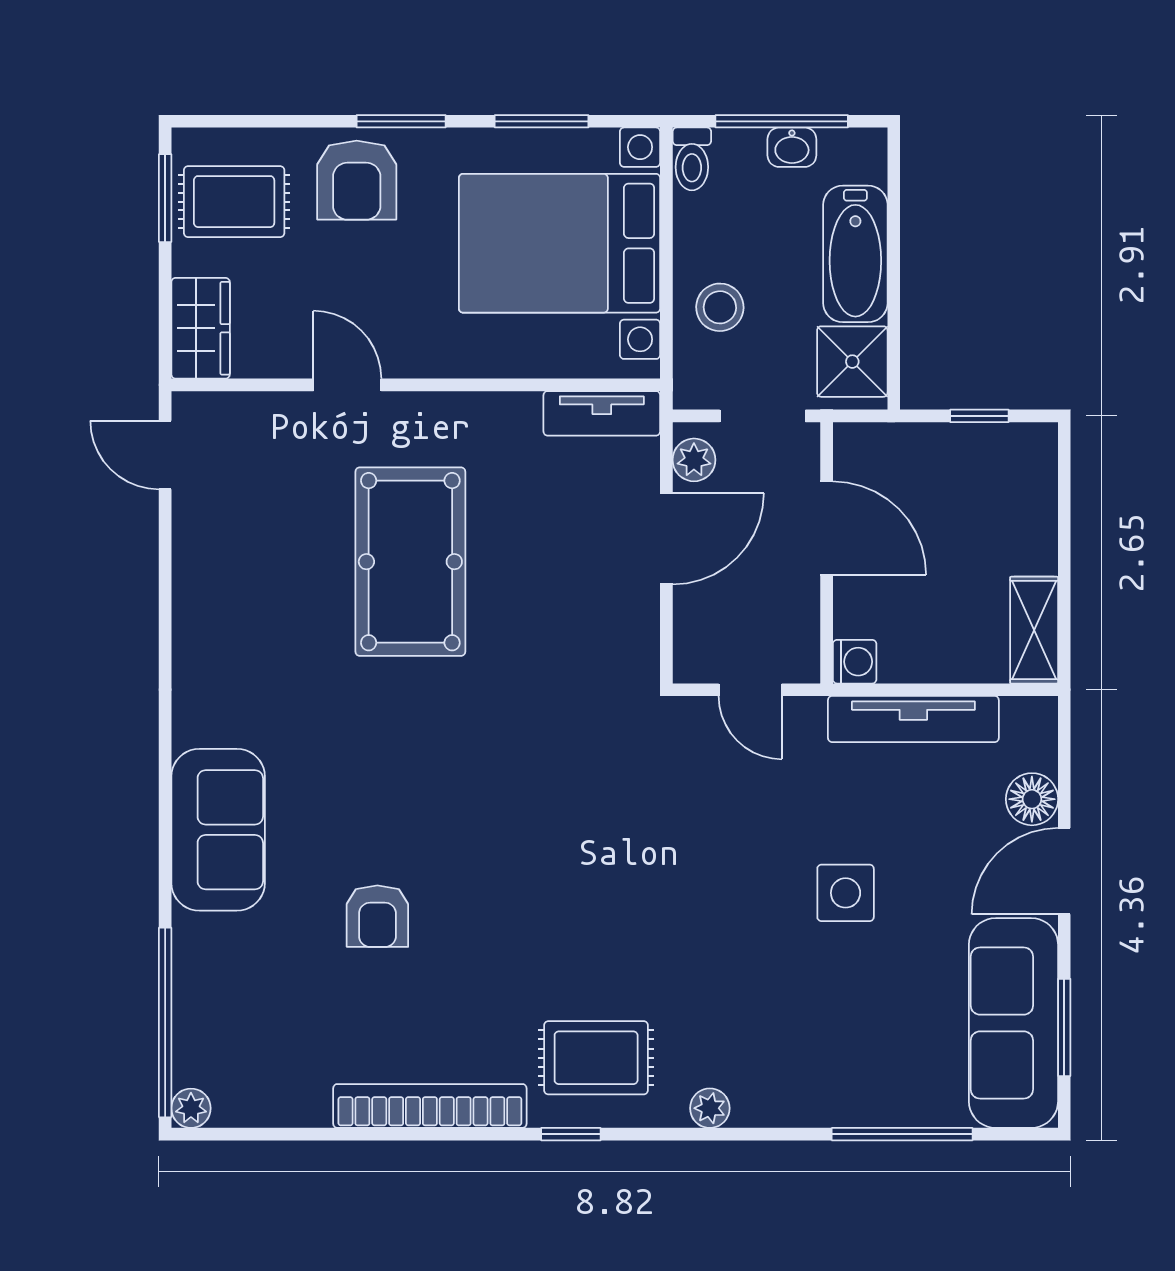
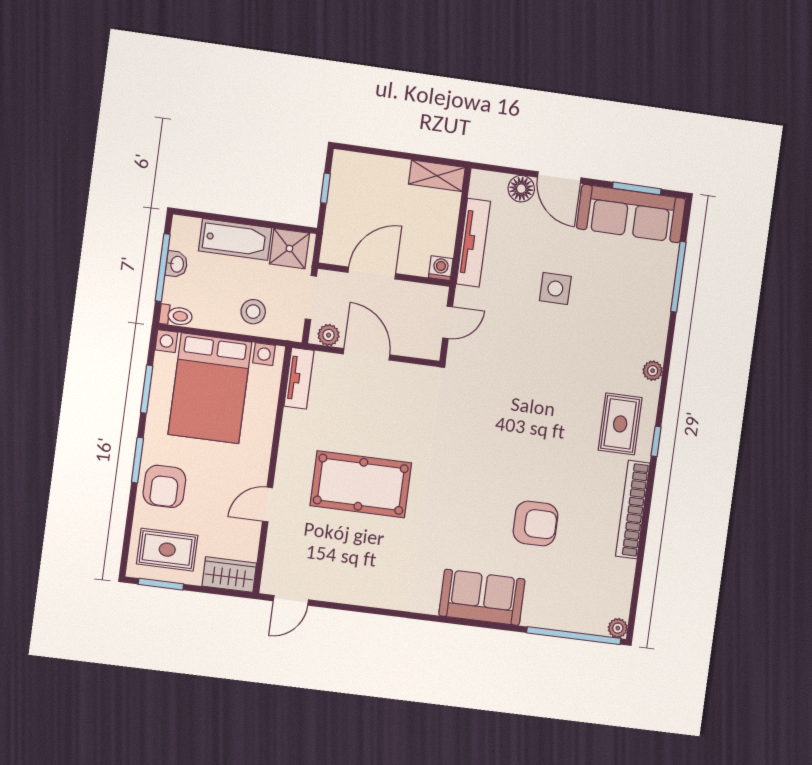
armchair: (357, 180) -> (164, 486), turned 90
rug: (234, 202) -> (167, 550), turned 90
armchair: (377, 916) -> (535, 524), width x1.38, depth x1.38

